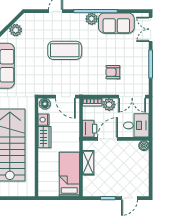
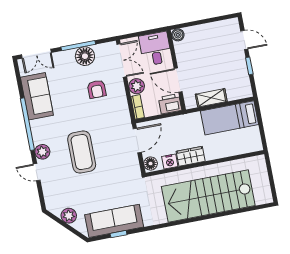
plant: (92, 19) -> (42, 152), moved
floor lamp: (141, 68) -> (85, 56), added

